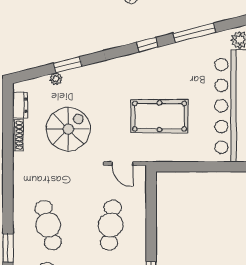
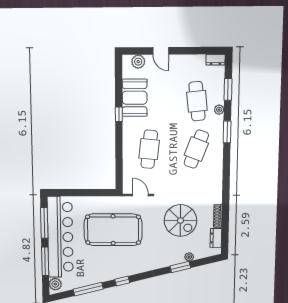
pool table: (160, 116) -> (113, 230), width x1.36, depth x1.32
spiral stairs: (68, 129) -> (180, 220), turned -90
cafe table: (48, 225) -> (196, 149), turned 36

